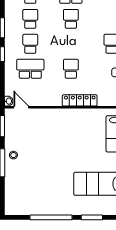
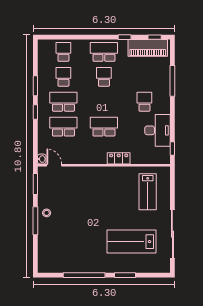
school desk: (30, 44) -> (63, 102), width x1.85
school desk: (71, 69) -> (104, 127), width x1.85
locker: (80, 100) -> (119, 158), width x0.66

